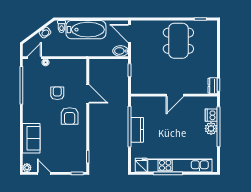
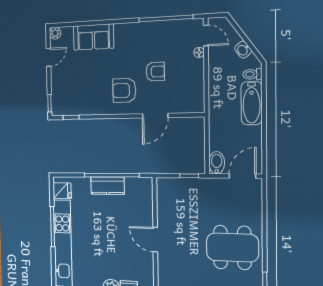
bathtub: (86, 30) -> (252, 103), width x0.73, depth x0.73

